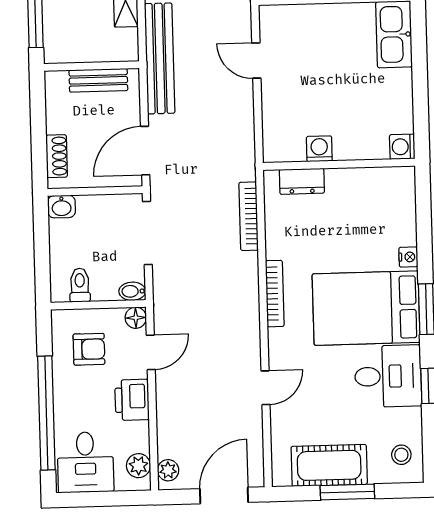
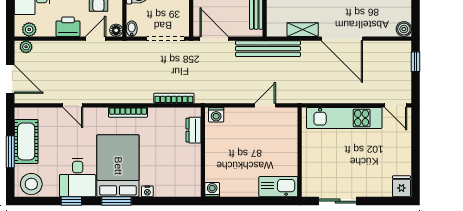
washing machine: (319, 149) -> (216, 115), moved, turned 90
door: (151, 352) -> (96, 39), swing flipped
stool: (401, 455) -> (31, 184), width x1.89, depth x1.89

